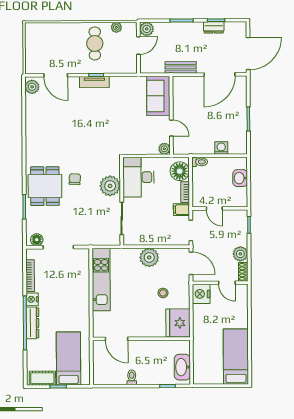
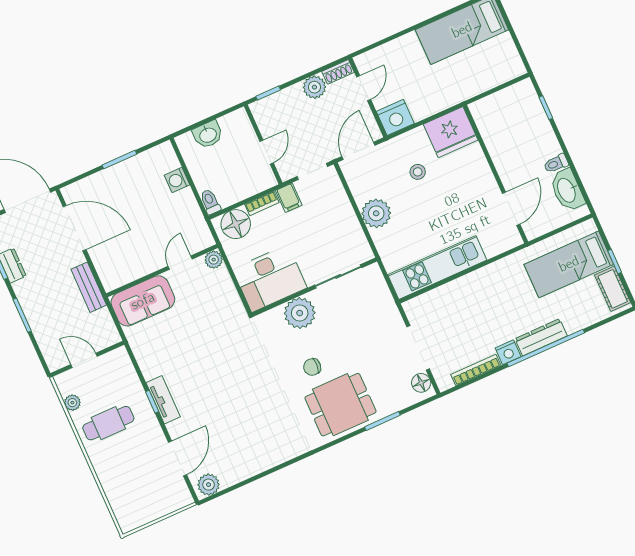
plant: (147, 29) -> (56, 359), removed
washbasin: (182, 367) -> (567, 190), moved, turned 90

